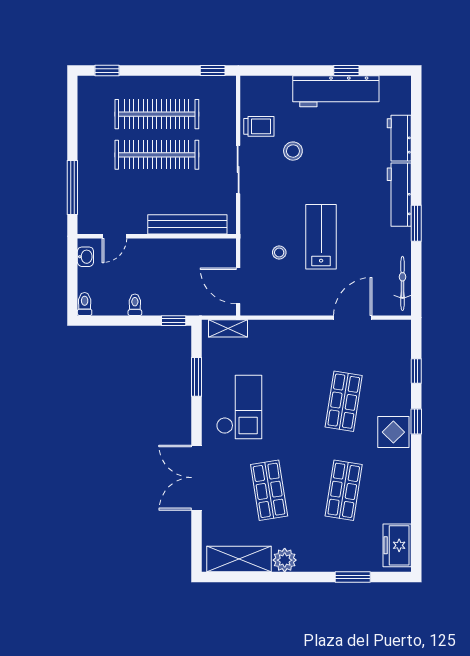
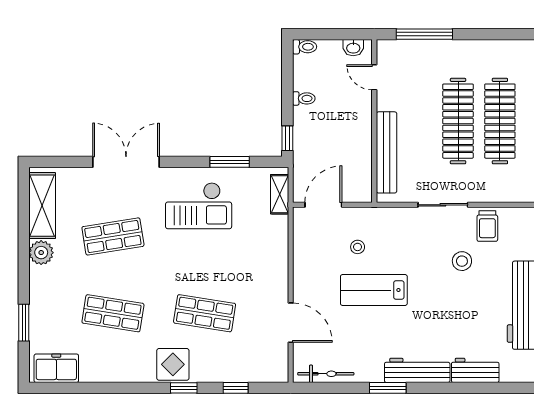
lab bench: (321, 237) -> (374, 290), turned 180

